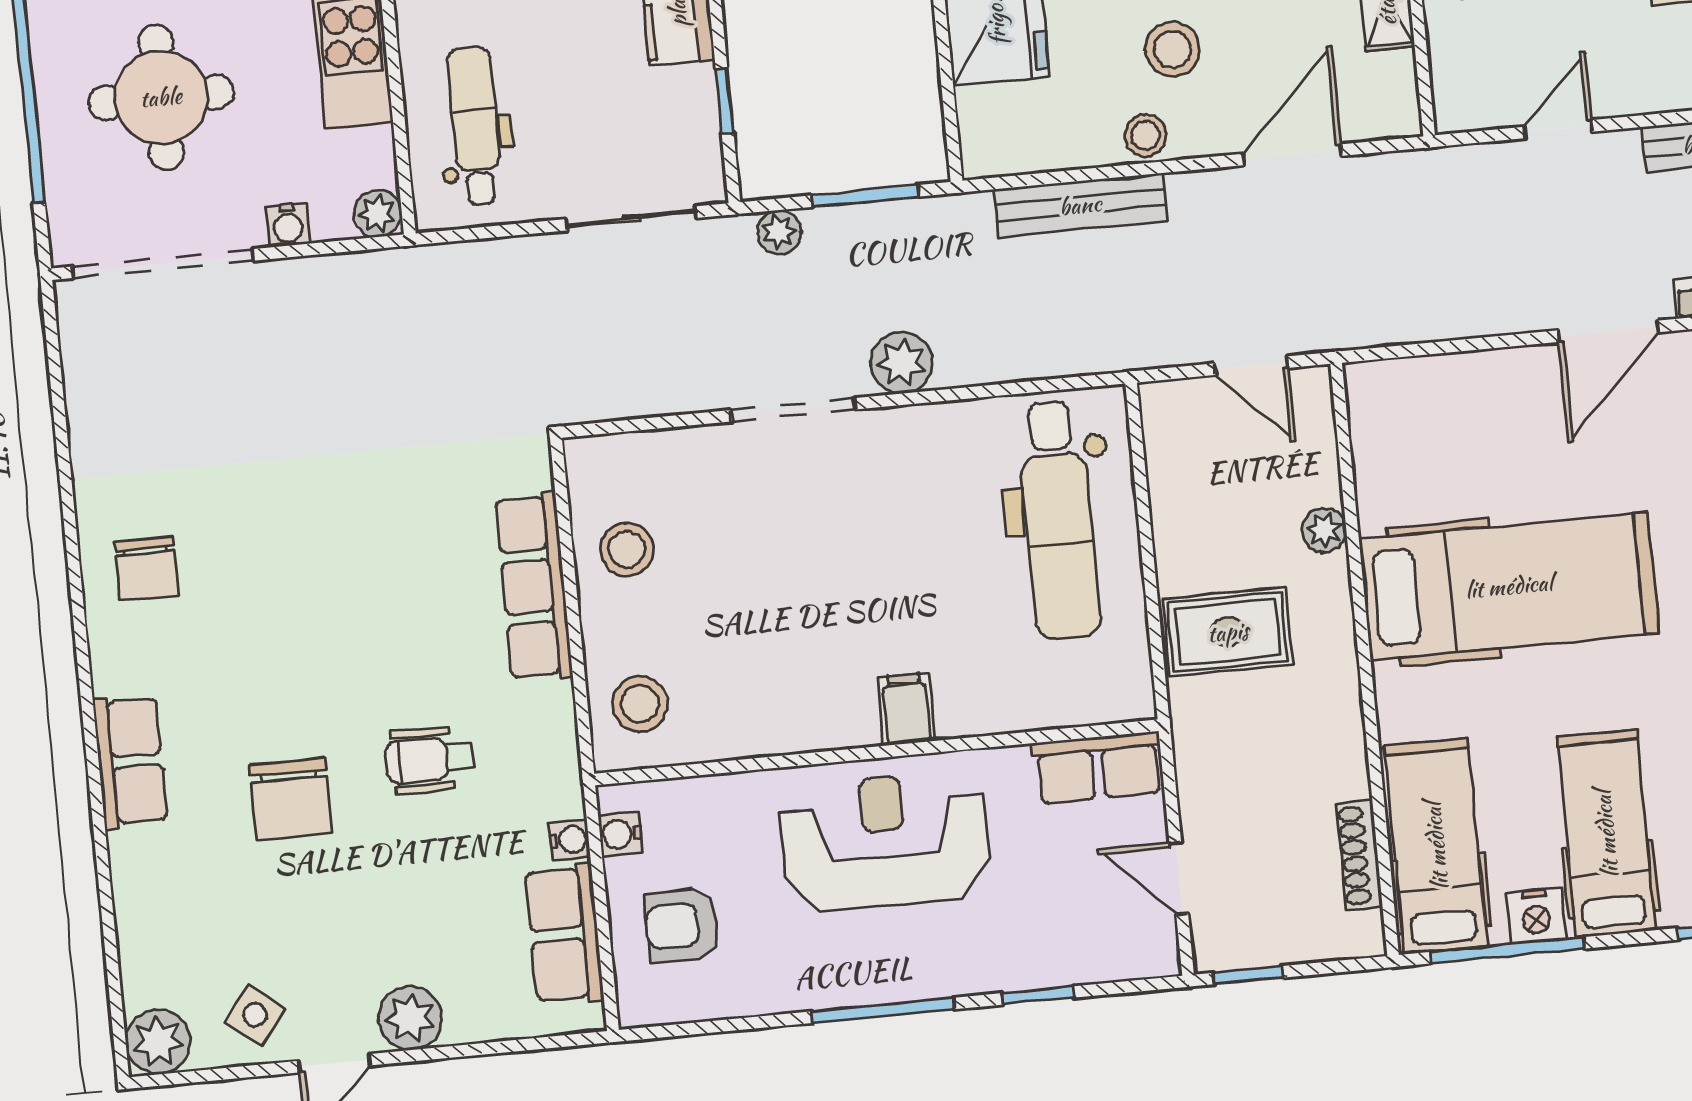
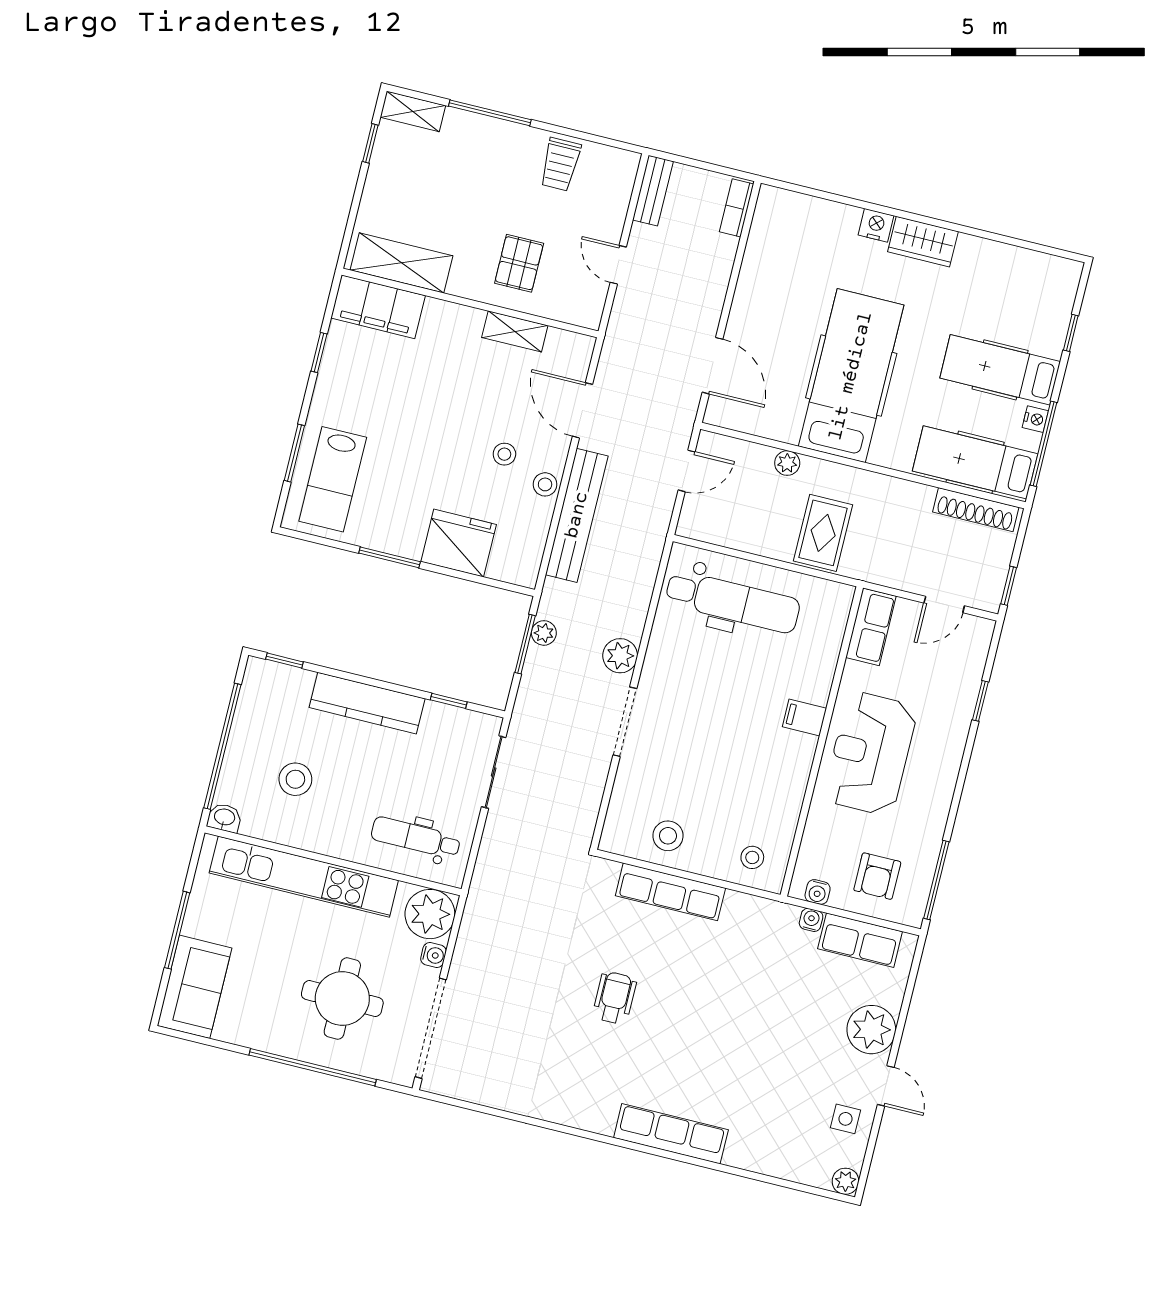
stool: (1173, 49) -> (504, 454), width x0.73, depth x0.73
bench: (1080, 205) -> (577, 515), width x1.37, depth x1.21
plant: (377, 213) -> (430, 914), width x1.88, depth x1.88
plant: (779, 232) -> (544, 633), moved
door: (1608, 331) -> (712, 366), moved
chair: (147, 568) -> (589, 1093), removed
stool: (640, 704) -> (752, 857), width x0.73, depth x0.73
wheelchair: (429, 760) -> (614, 998), moved, turned 180
row of seats: (130, 761) -> (671, 1134), width x1.48
chair: (291, 799) -> (738, 1060), removed
shoe rack: (1359, 855) -> (976, 510), width x1.36, depth x1.24
nightstand: (1536, 916) -> (1035, 419), width x0.72, depth x0.74
window: (883, 1010) -> (936, 880), moved
side table: (255, 1015) -> (845, 1119), turned -37
plant: (410, 1018) -> (871, 1030), width x1.36, depth x1.36
plant: (158, 1042) -> (845, 1181), width x0.73, depth x0.73

